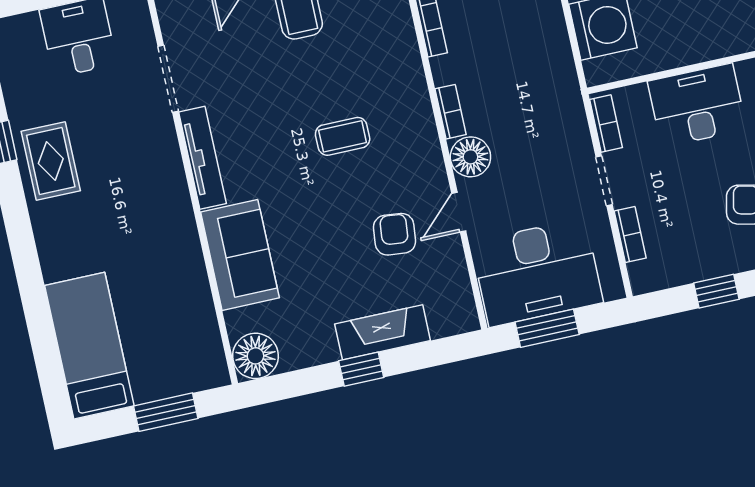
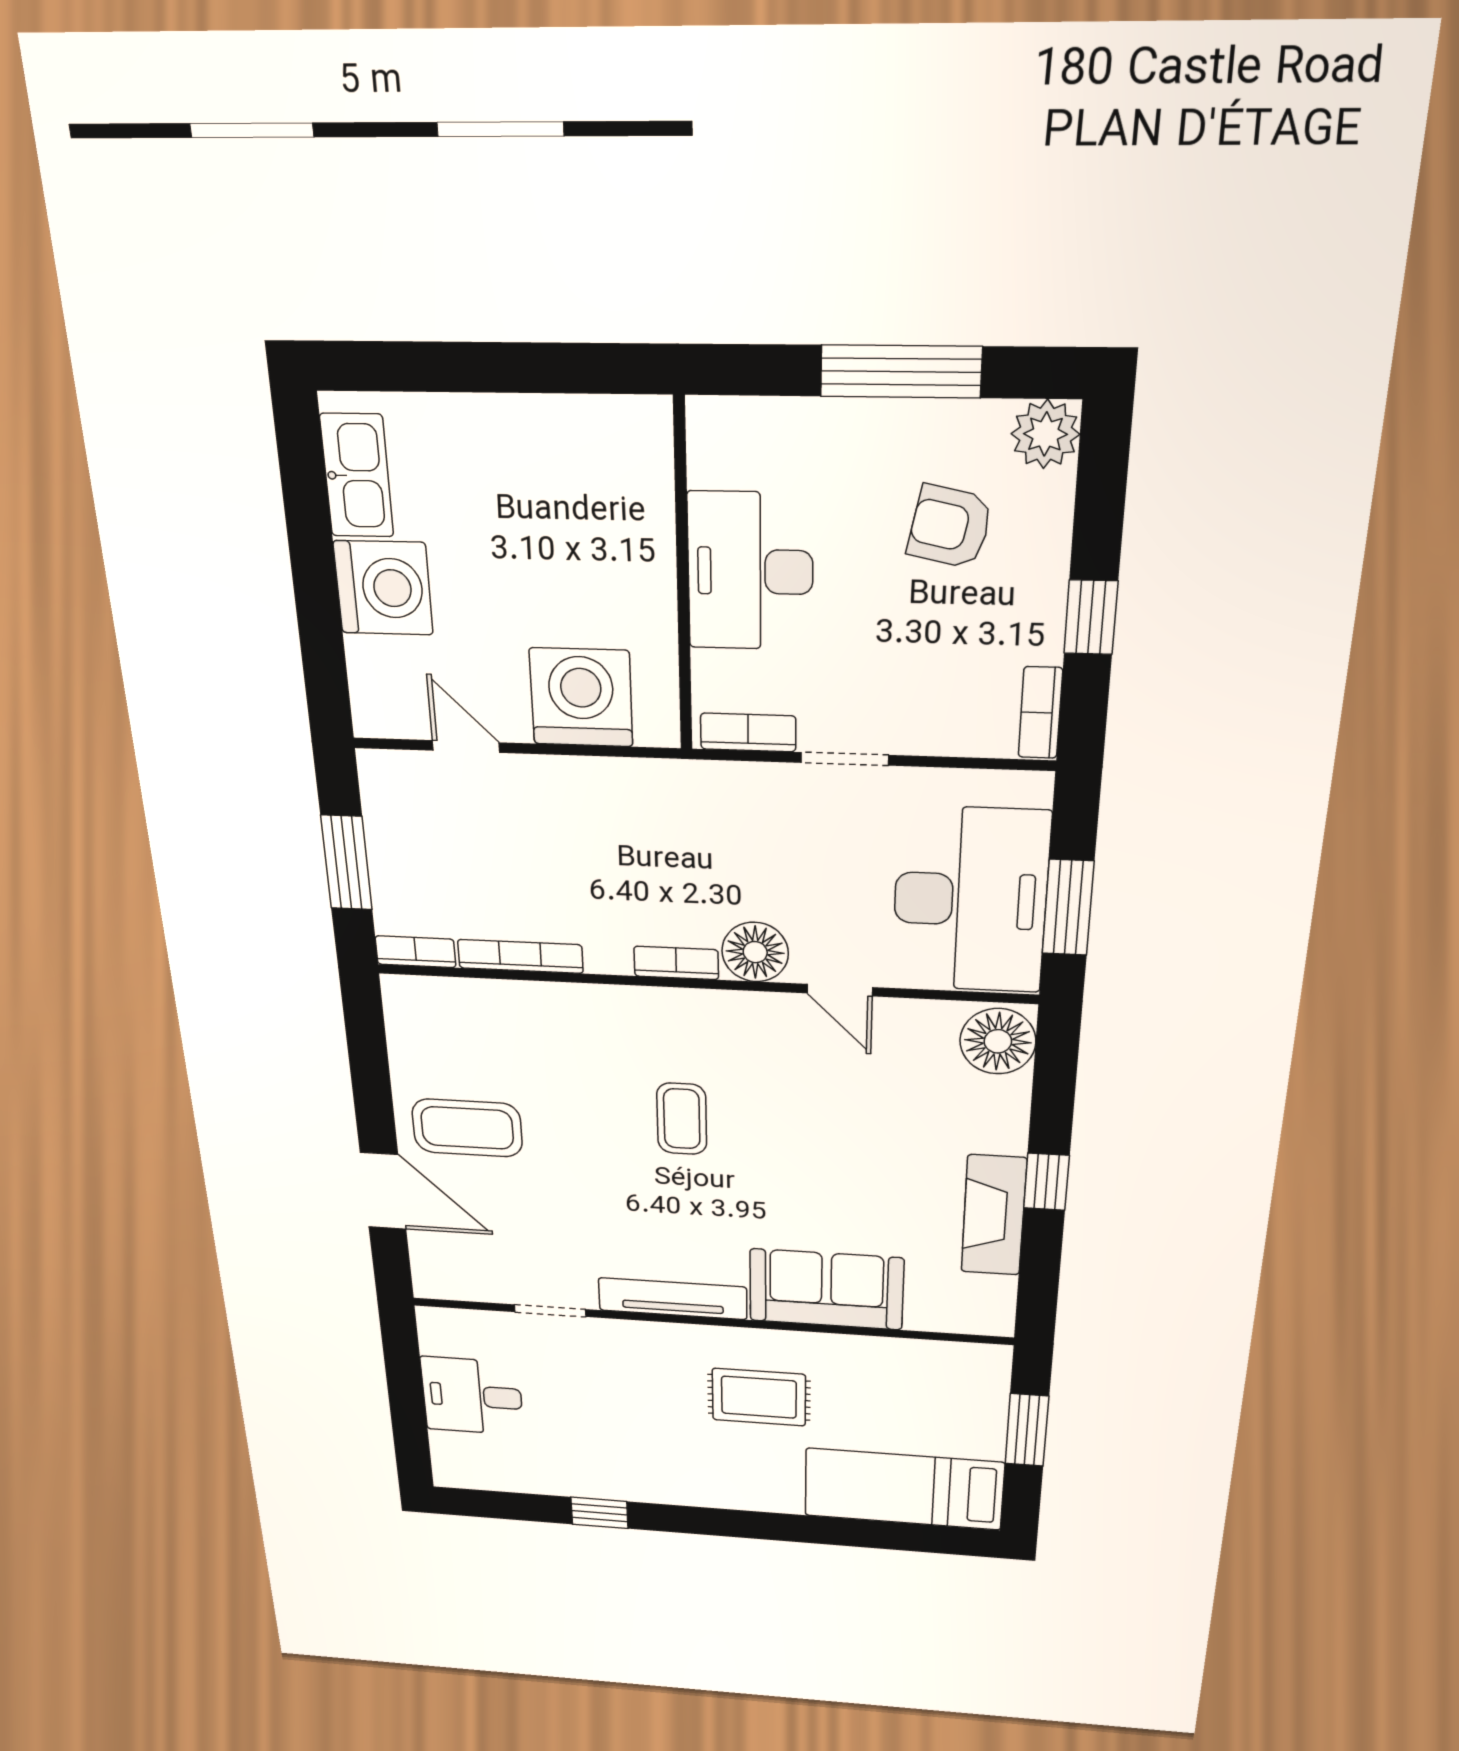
doorway: (168, 79) -> (550, 1311), width x0.73
rug: (51, 161) -> (759, 1397), moved
armchair: (395, 234) -> (850, 1087), removed
bookcase: (630, 235) -> (1040, 713), moved, turned -90
fireplace: (383, 332) -> (994, 1215), moved
floor lamp: (255, 356) -> (998, 1041), moved

